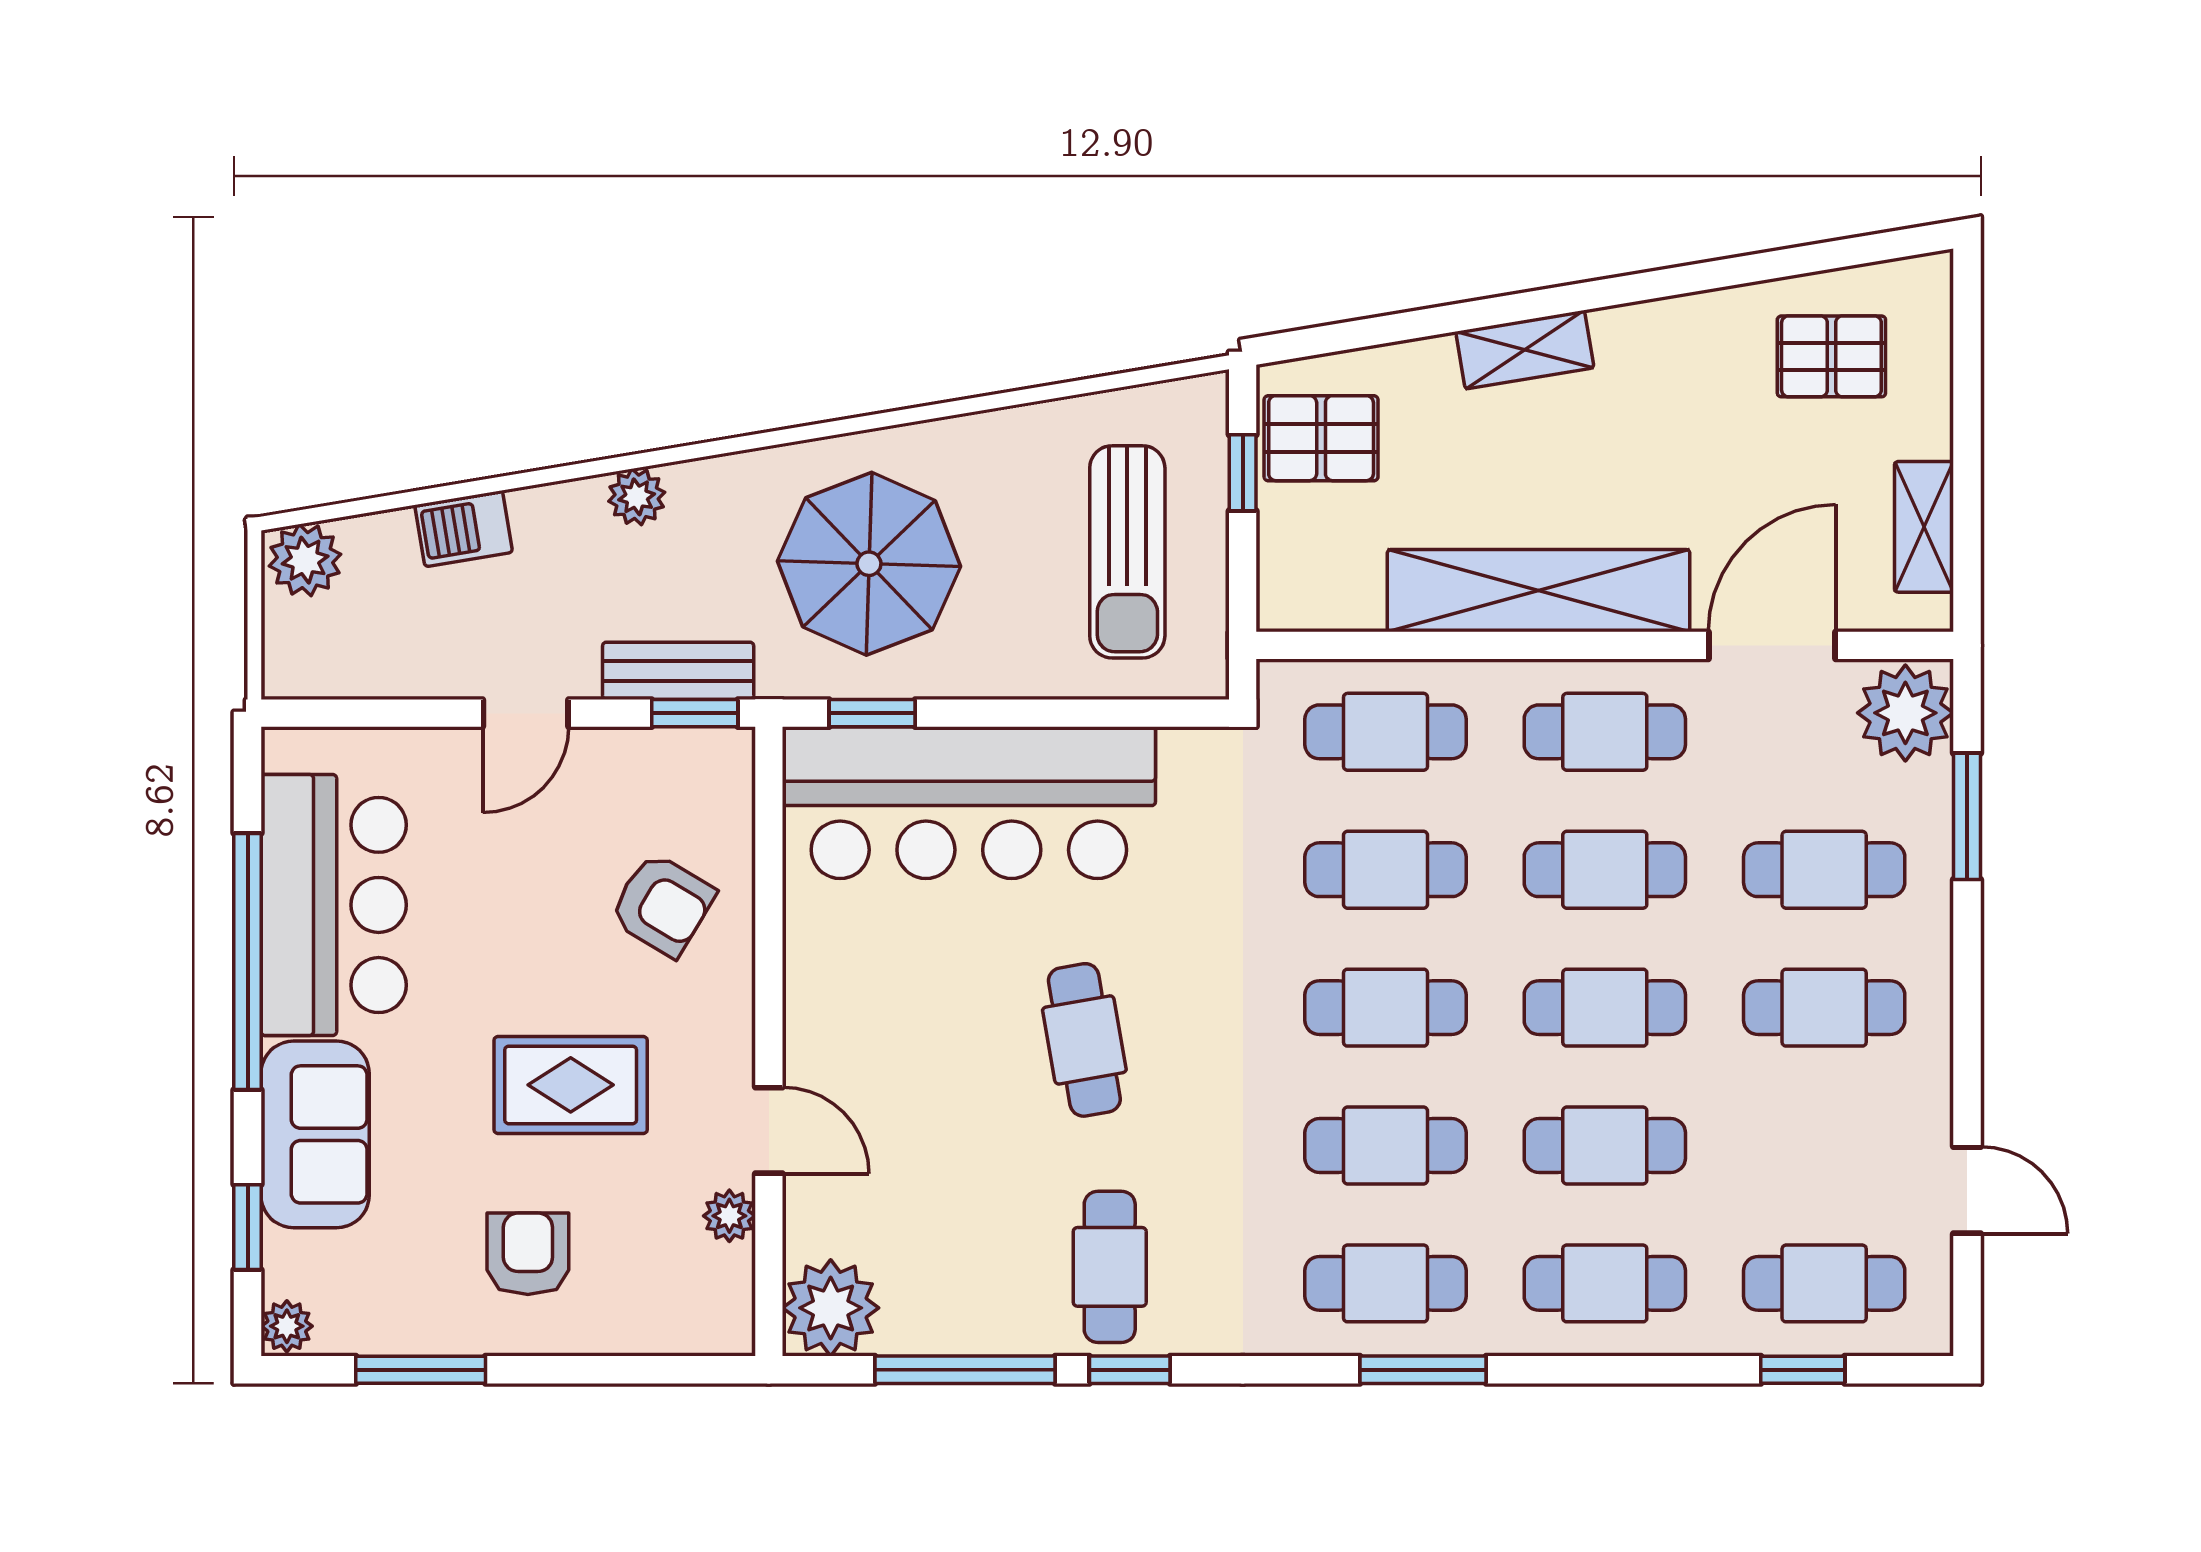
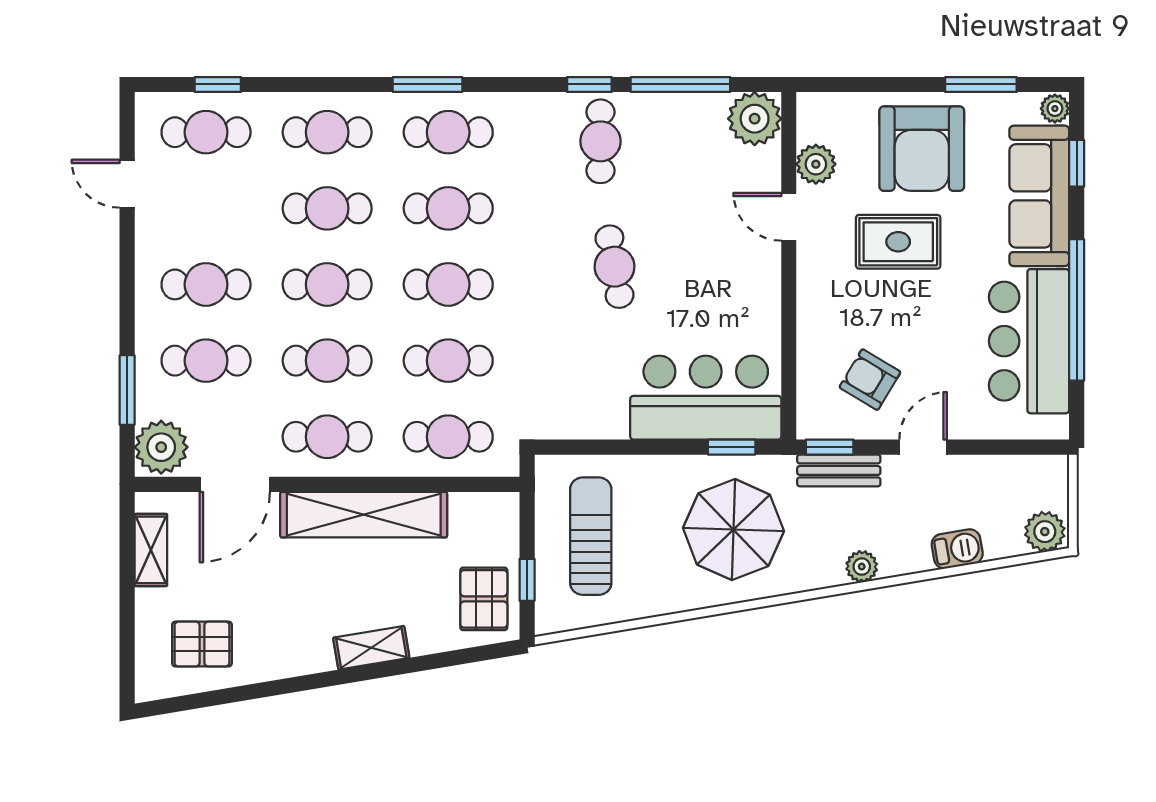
pallet: (1321, 438) -> (484, 599), turned 90
bar counter: (969, 803) -> (706, 398), width x0.73
armchair: (662, 905) -> (870, 380), moved
sofa: (315, 1134) -> (1039, 196), width x1.36
plant: (729, 1216) -> (816, 164), width x1.38, depth x1.38
armchair: (528, 1254) -> (922, 149), width x1.88, depth x1.88

